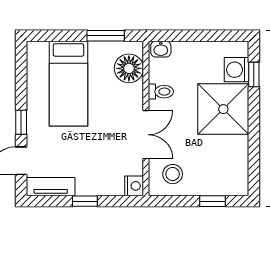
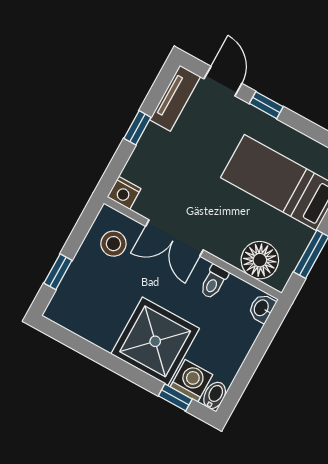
bidet: (238, 48) -> (215, 395), added

